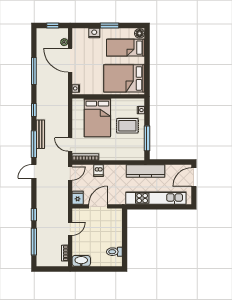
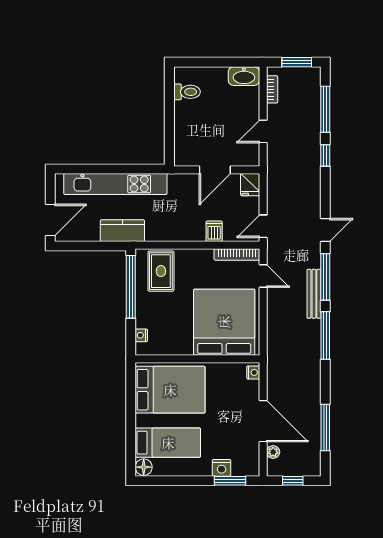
window: (110, 25) -> (230, 481), moved
window: (34, 71) -> (325, 427), moved
window: (34, 110) -> (325, 336), width x2.17
bed: (97, 118) -> (224, 322), width x1.36
rug: (127, 126) -> (161, 271), moved, turned 90
window: (147, 138) -> (131, 287), width x1.46
kitchen counter: (145, 171) -> (122, 231), width x0.67
window: (50, 269) -> (297, 62), added

